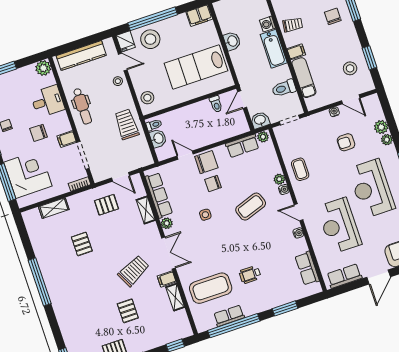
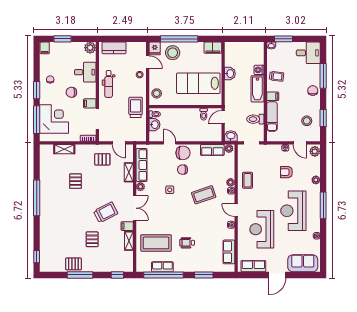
chair: (333, 16) -> (313, 91), moved
kitchen counter: (81, 55) -> (114, 48), width x0.67
plant: (381, 127) -> (315, 151), moved

